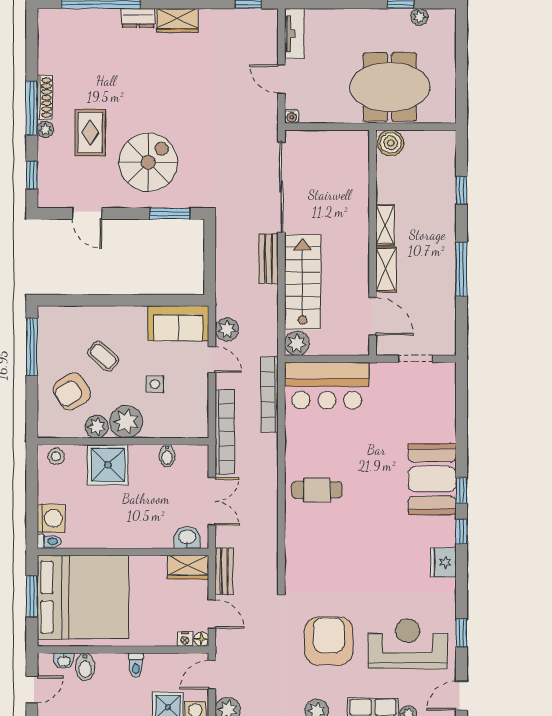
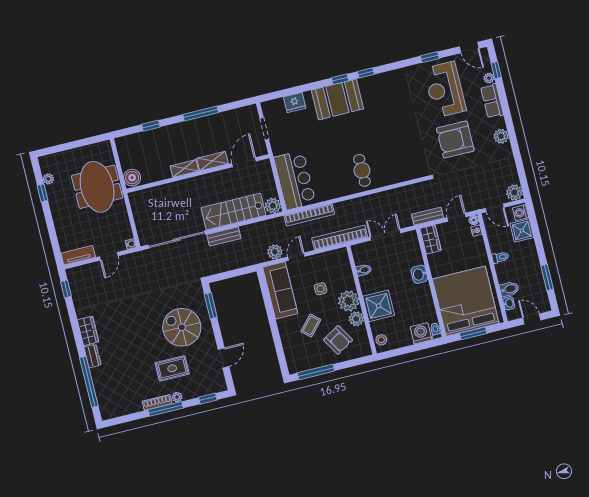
sofa: (178, 323) -> (280, 290), width x1.36
washbasin: (187, 538) -> (419, 274), moved
fridge: (443, 562) -> (295, 102), moved

